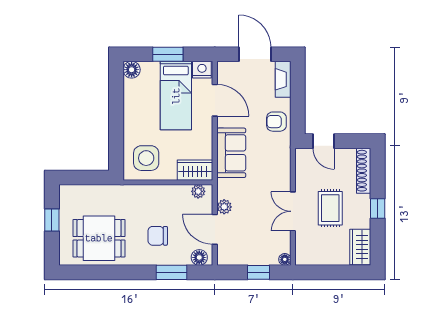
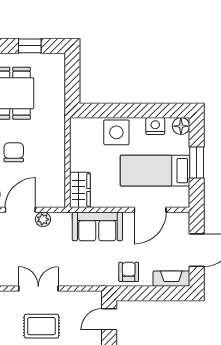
nightstand: (202, 70) -> (155, 126), moved, turned -90
side table: (146, 158) -> (116, 132), moved
plant: (198, 191) -> (58, 193), removed

